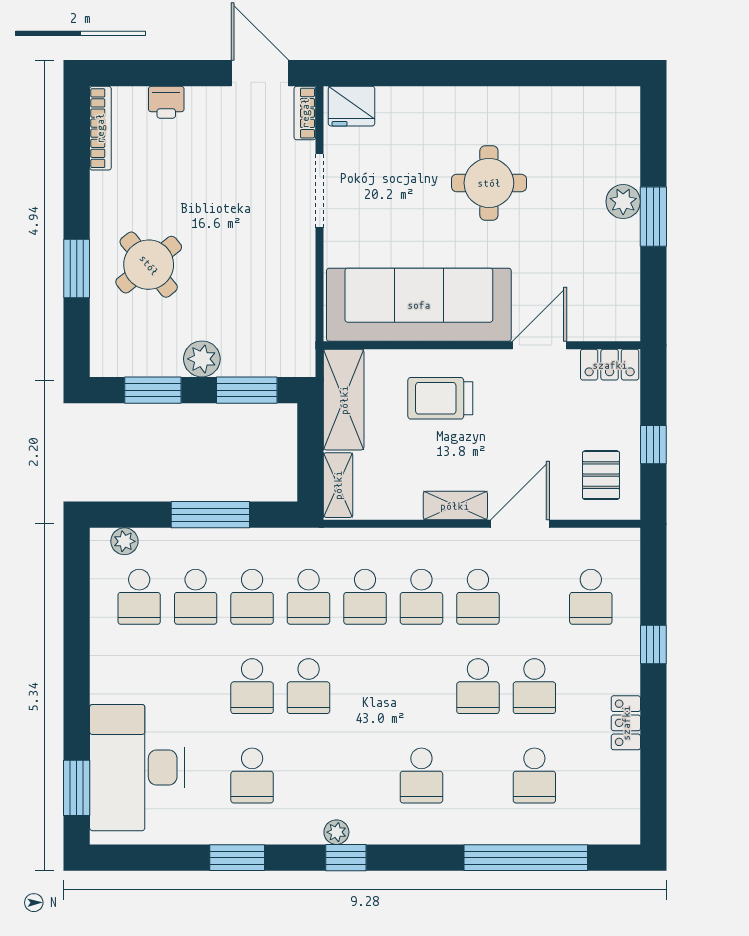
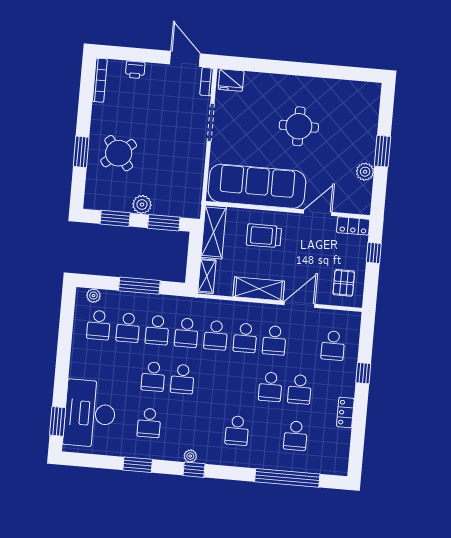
plant: (623, 202) -> (365, 172), moved
window: (653, 445) -> (374, 253), moved
shelving: (455, 506) -> (259, 289), width x1.50, depth x1.33

